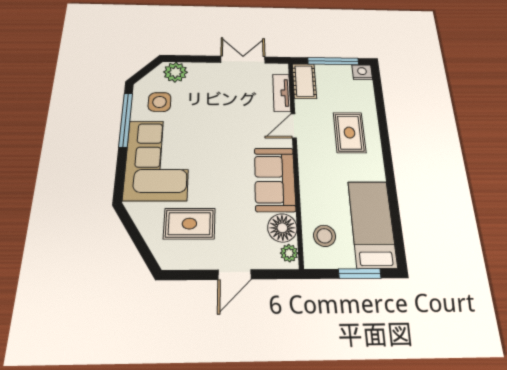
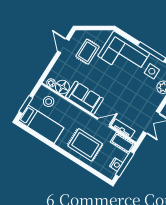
nightstand: (362, 72) -> (116, 165), moved
door: (294, 126) -> (104, 123), hinge flipped
rug: (349, 133) -> (85, 145), width x1.36, depth x1.43
door: (235, 275) -> (63, 46), moved

